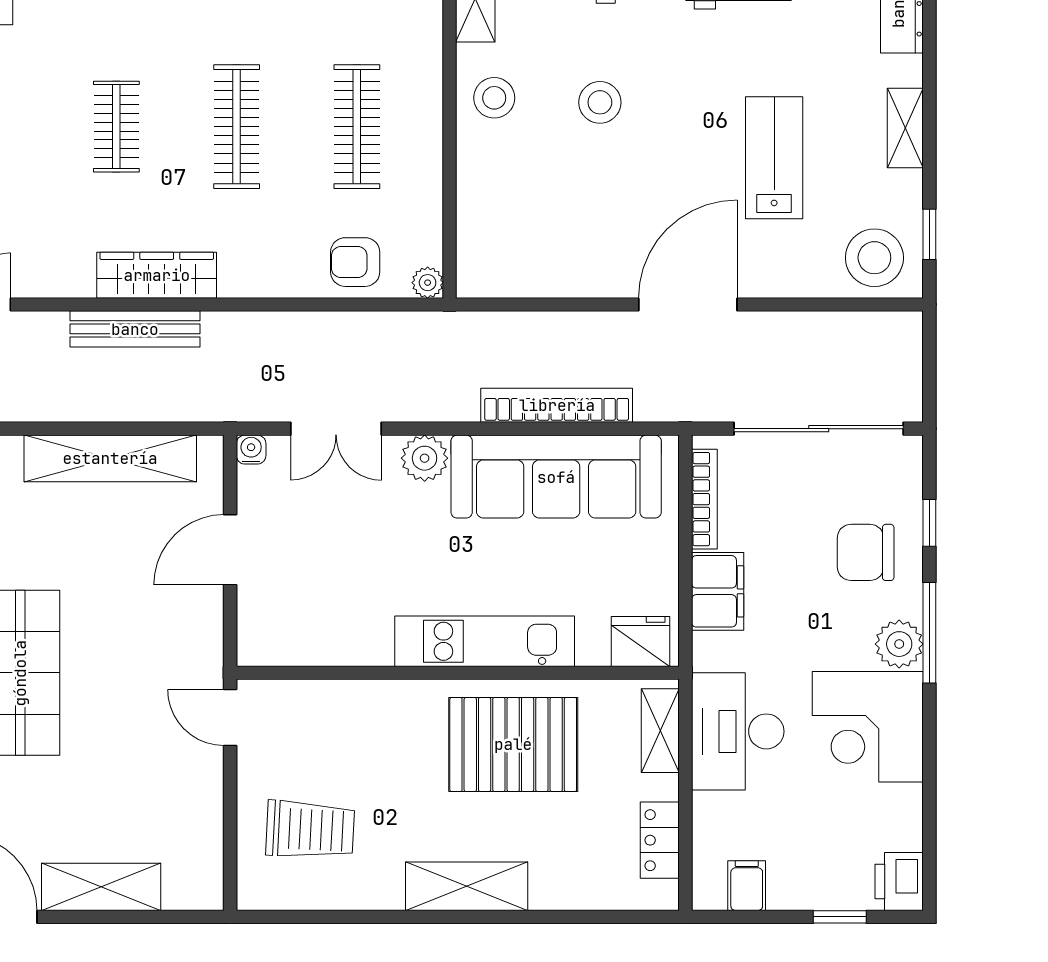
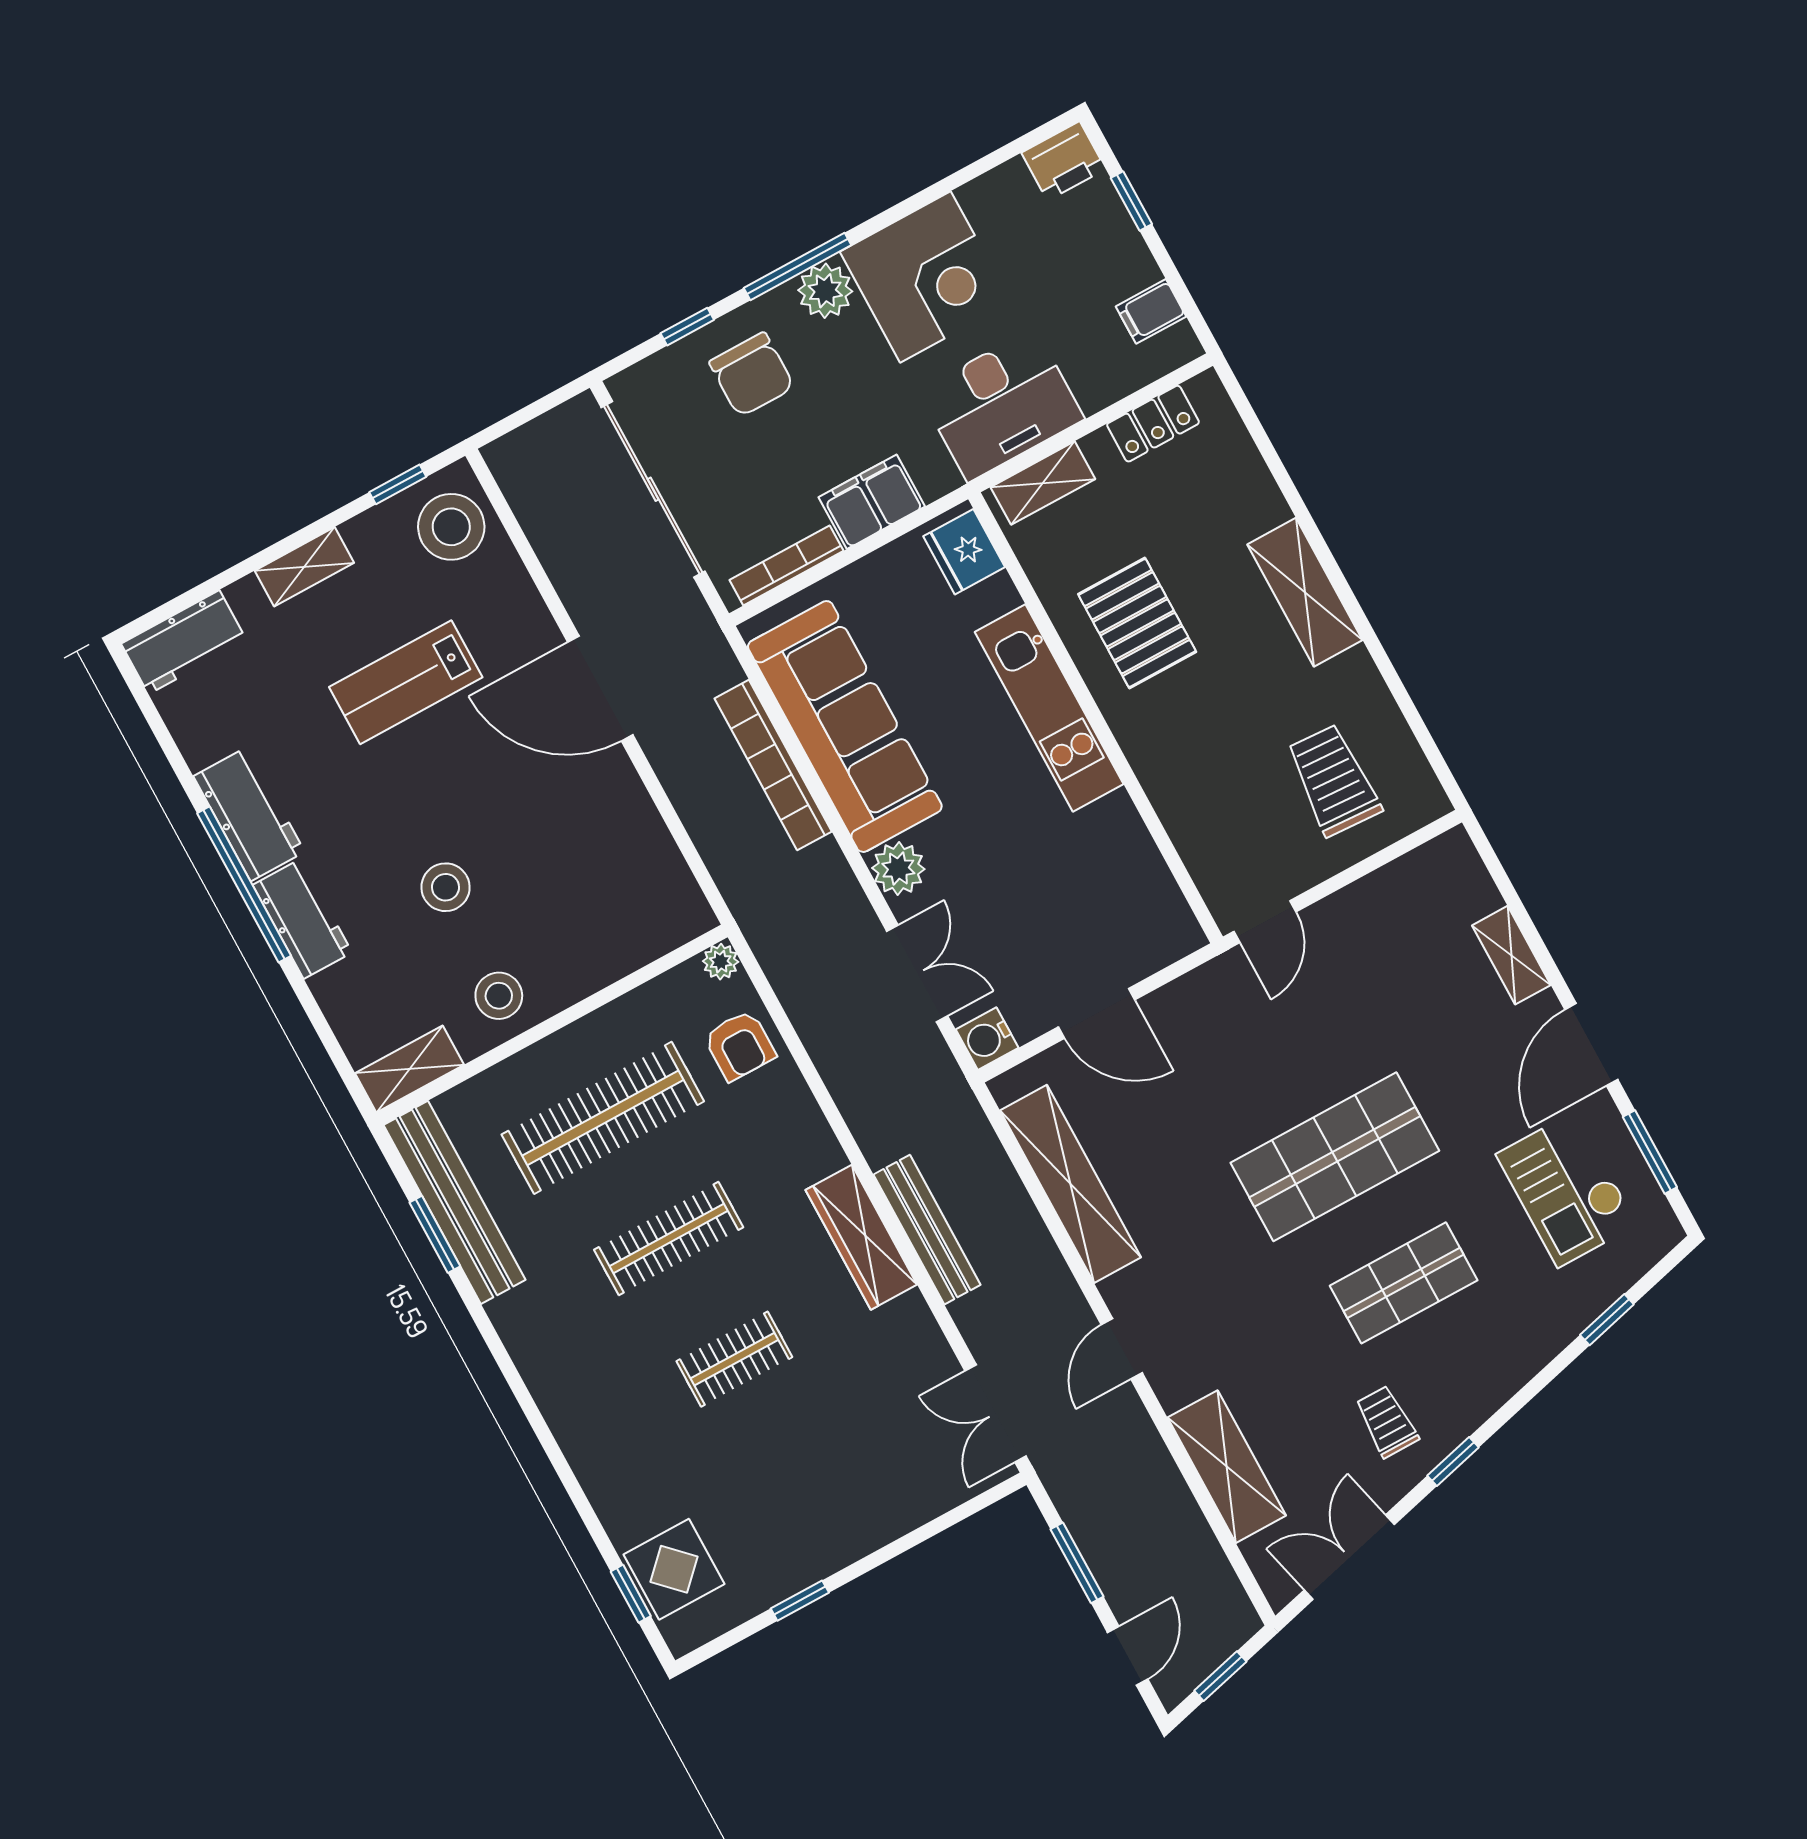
clothes rail: (357, 127) -> (603, 1118), width x1.37, depth x1.31
water cooler: (251, 450) -> (987, 1039), width x1.38, depth x1.38
pallet: (513, 744) -> (1137, 623), width x0.73, depth x0.71
shelving: (101, 887) -> (1511, 955), width x0.67, depth x0.75

